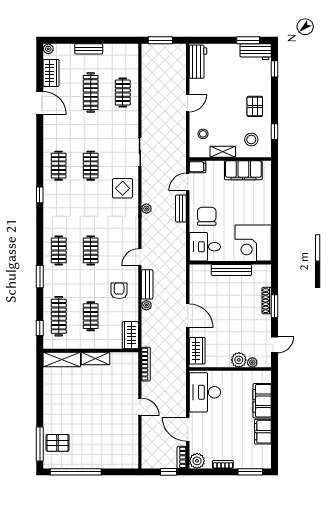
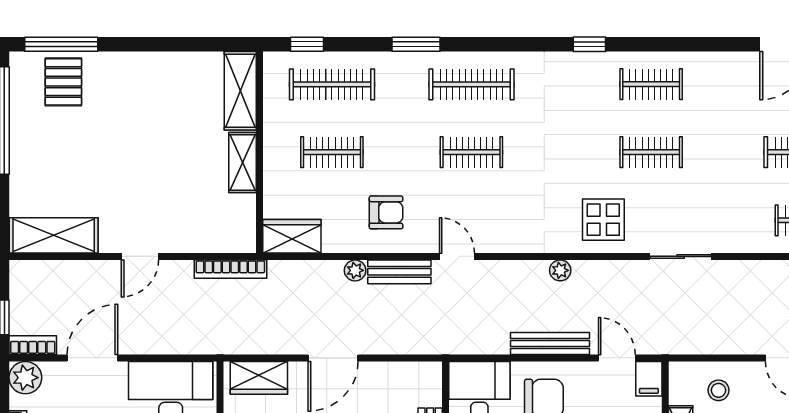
bench: (181, 208) -> (550, 344), width x1.36
clothes rail: (59, 250) -> (471, 84), width x1.36
shelving: (130, 448) -> (54, 235), added

